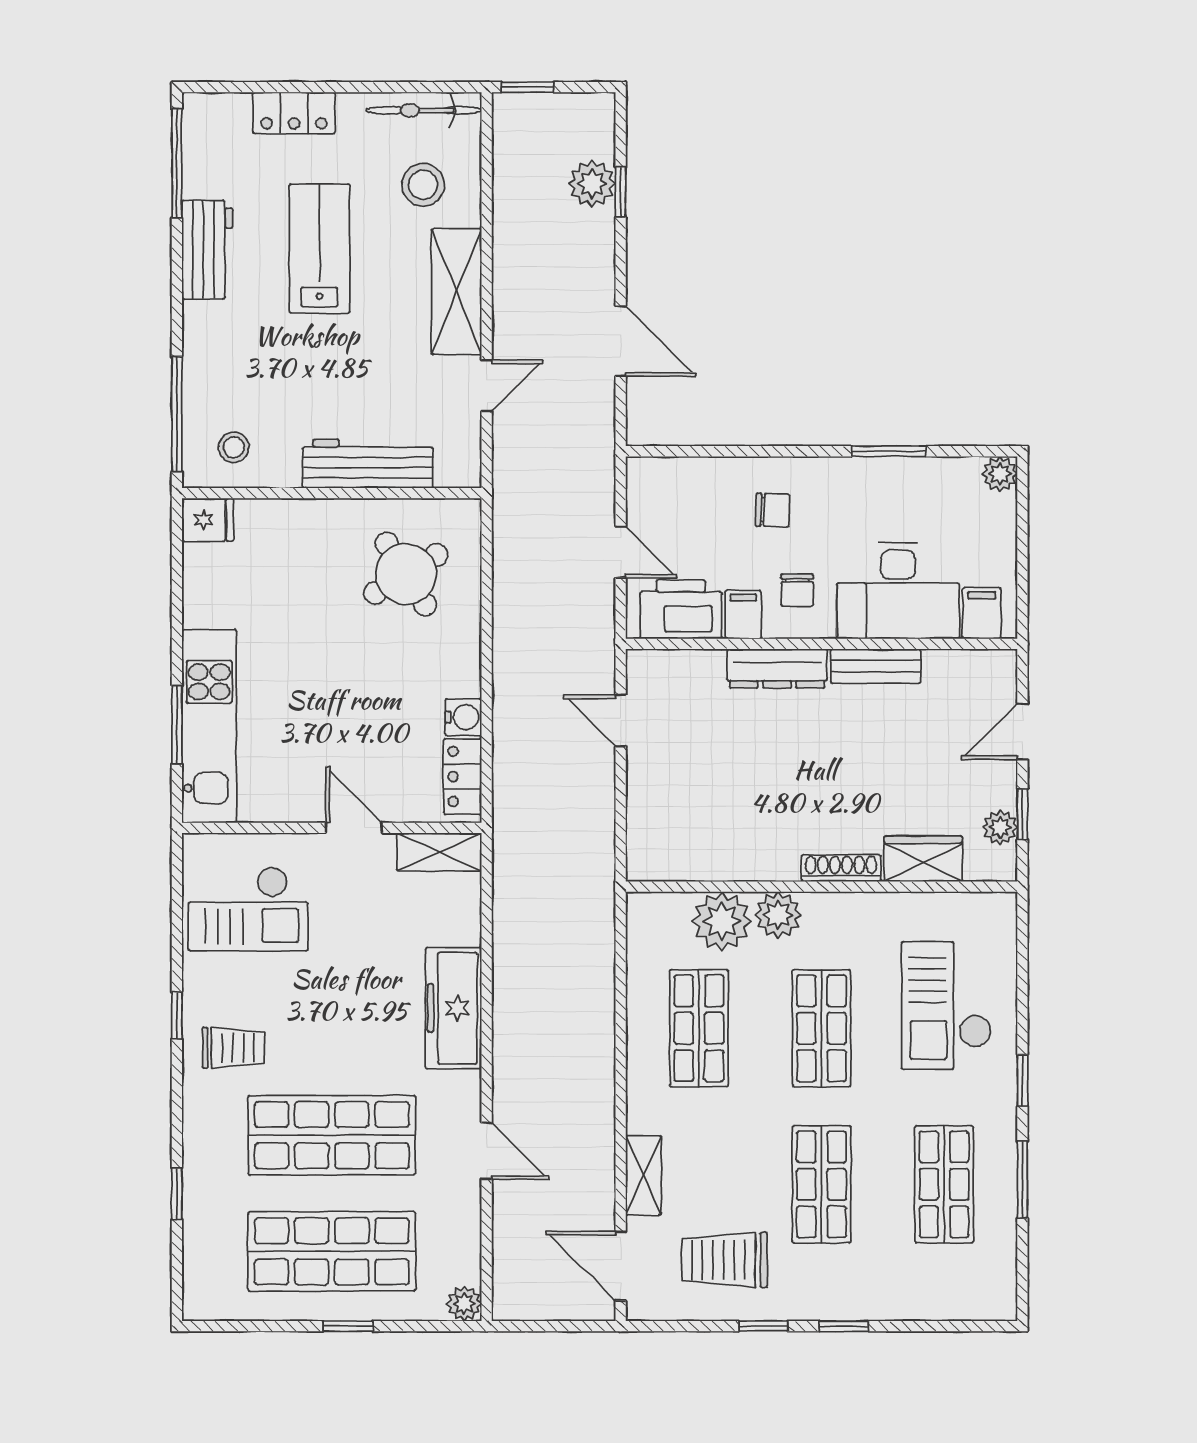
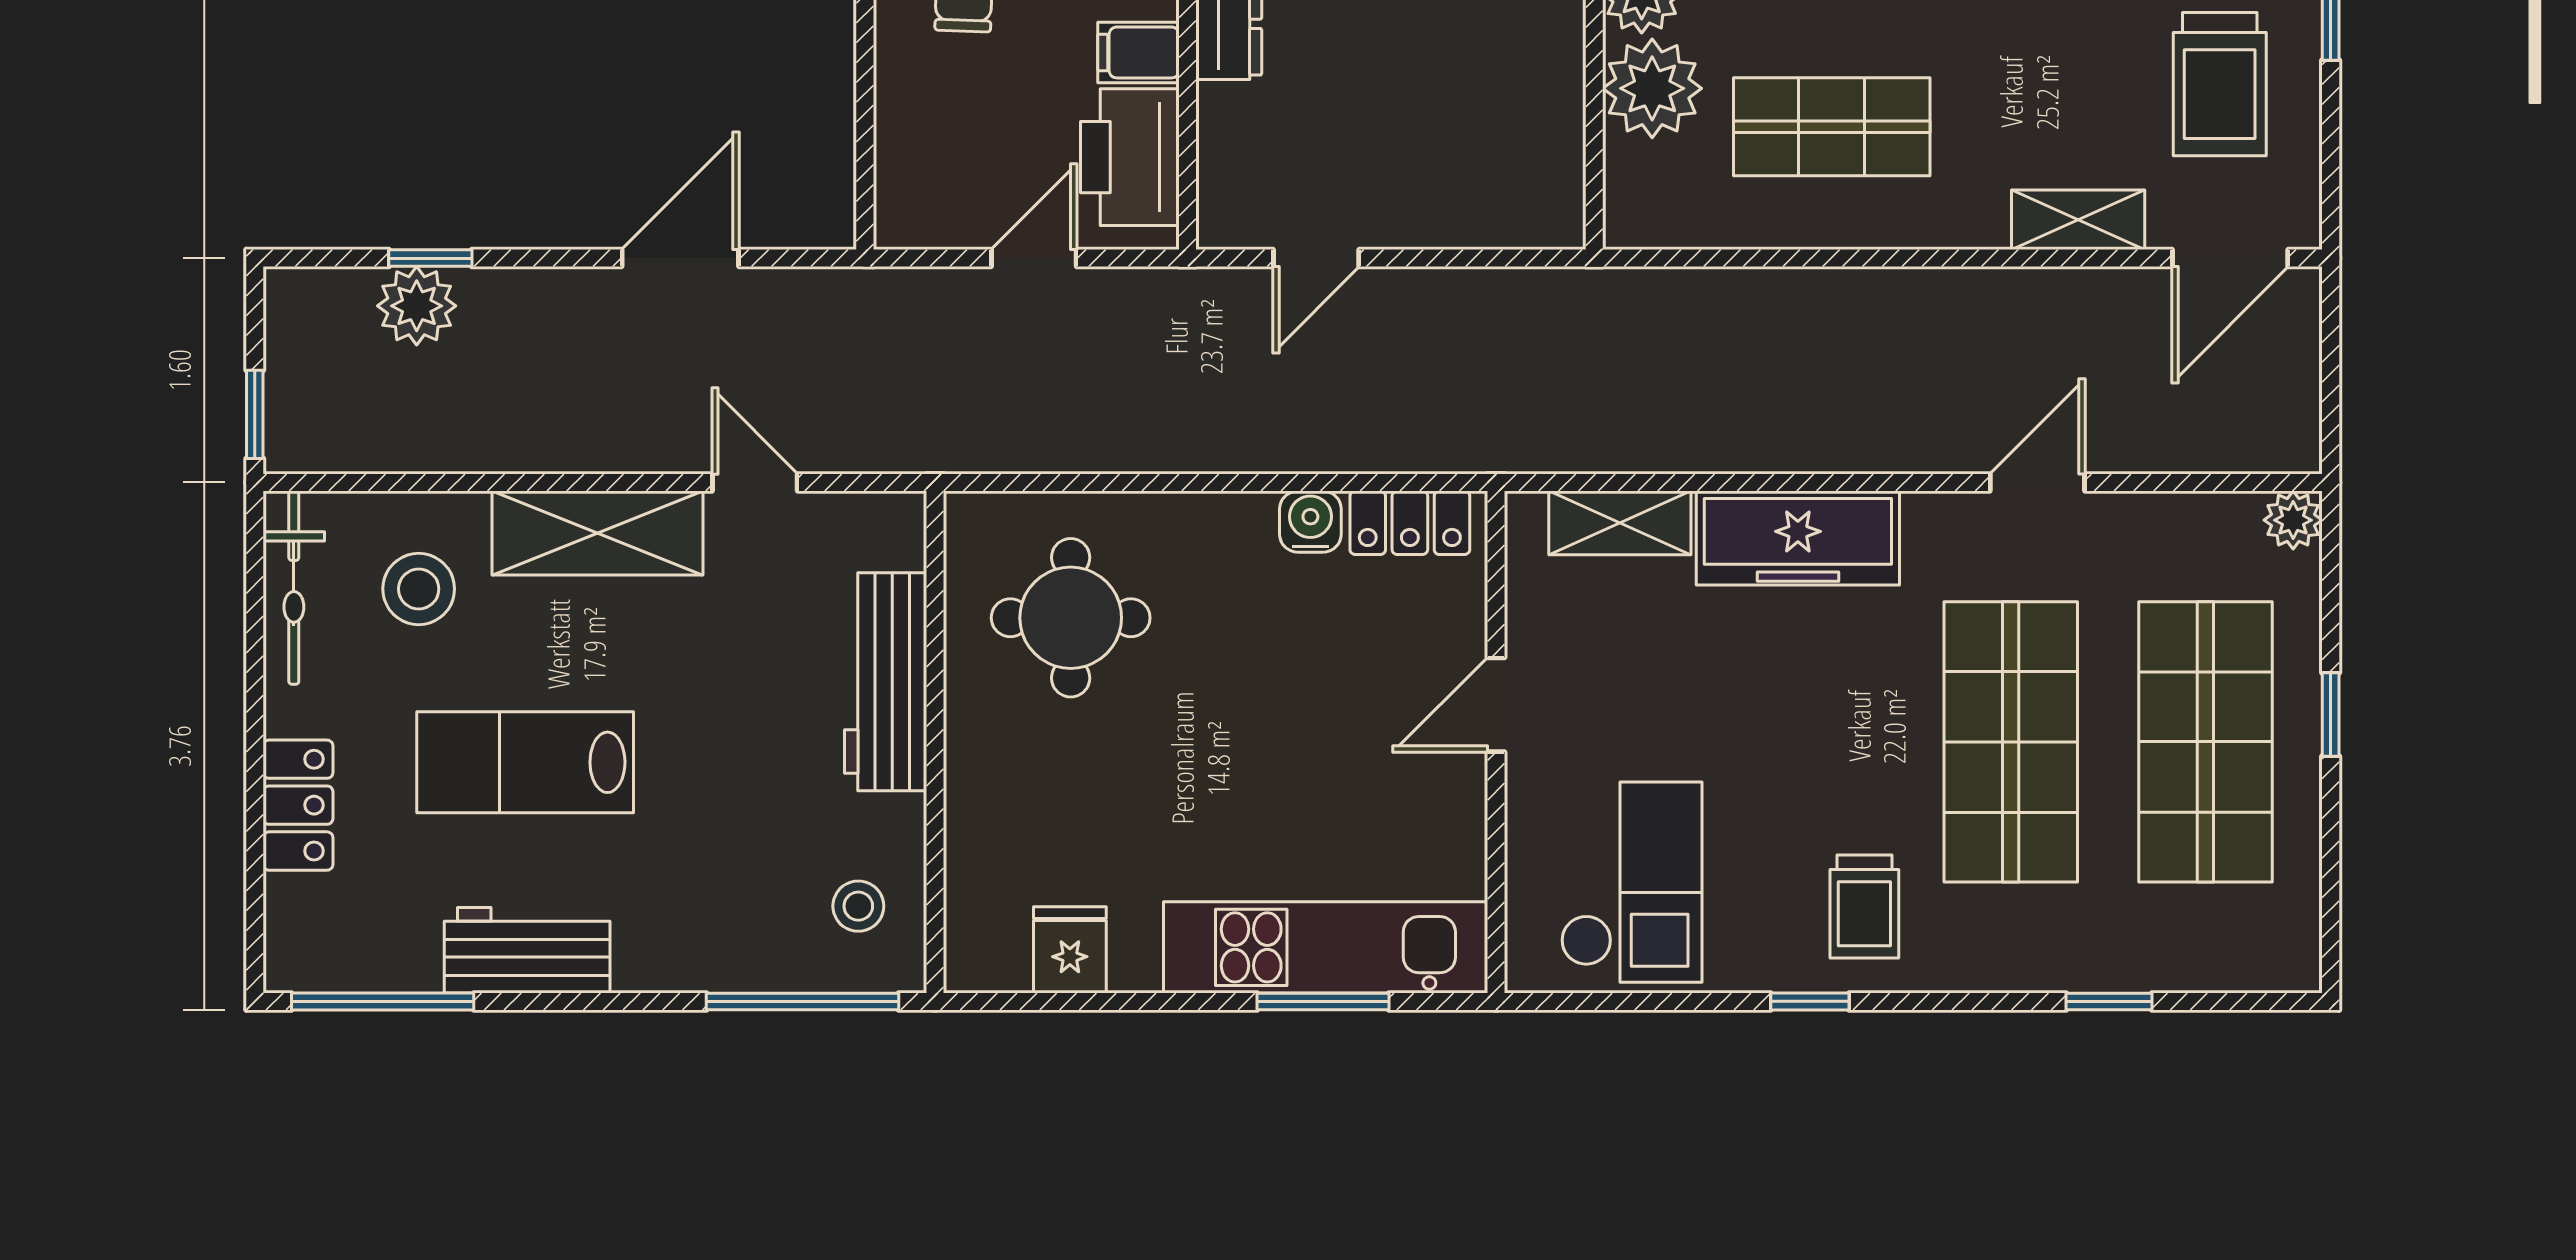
fridge: (208, 520) -> (1070, 950), moved
round table: (406, 574) -> (1071, 618), turned 32
shelving: (439, 852) -> (1620, 523), moved, turned 90
trolley: (234, 1048) -> (1864, 907), turned 180

